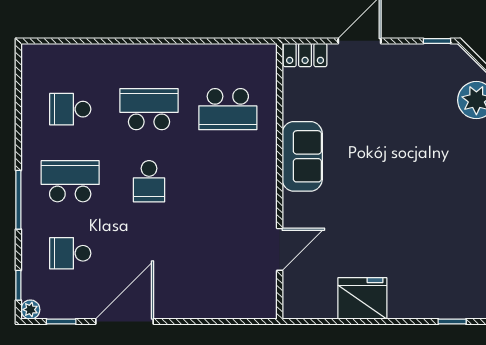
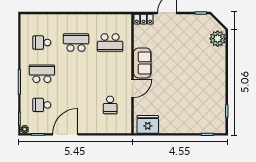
school desk: (149, 181) -> (110, 105), moved
door: (280, 249) -> (132, 88), moved
fridge: (362, 298) -> (148, 124), moved

